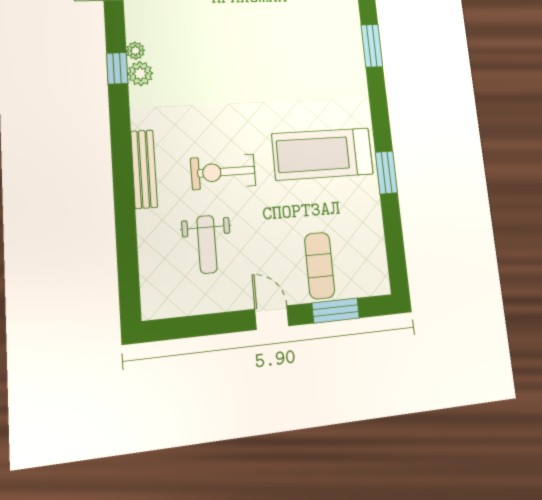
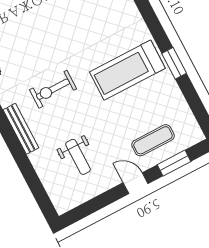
exercise bike: (223, 172) -> (53, 89), moved
exercise mat: (320, 266) -> (153, 140), turned 90

